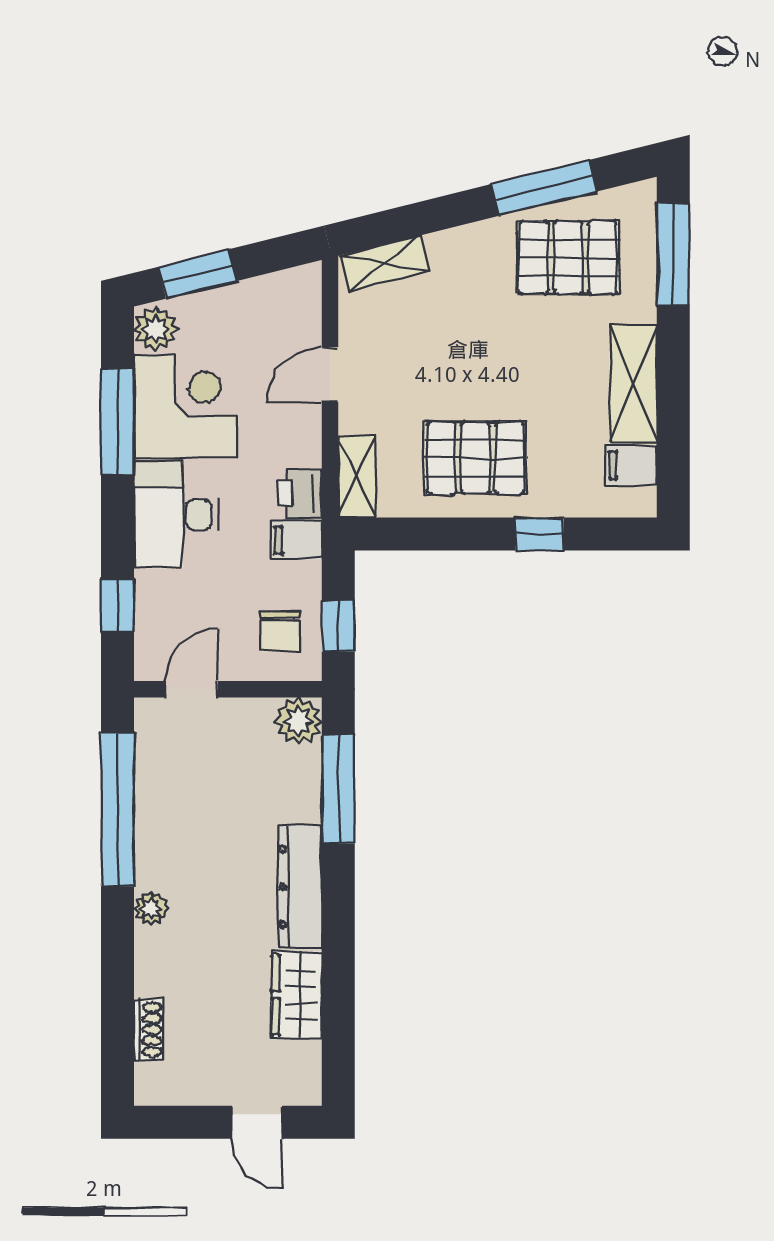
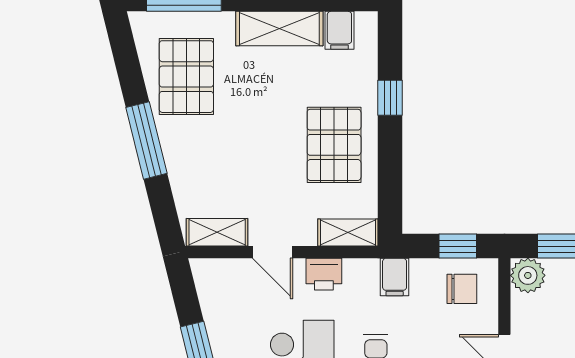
window: (544, 188) -> (146, 140), moved
shelving: (385, 264) -> (217, 232), moved, turned -76
printer: (300, 494) -> (324, 274), moved

